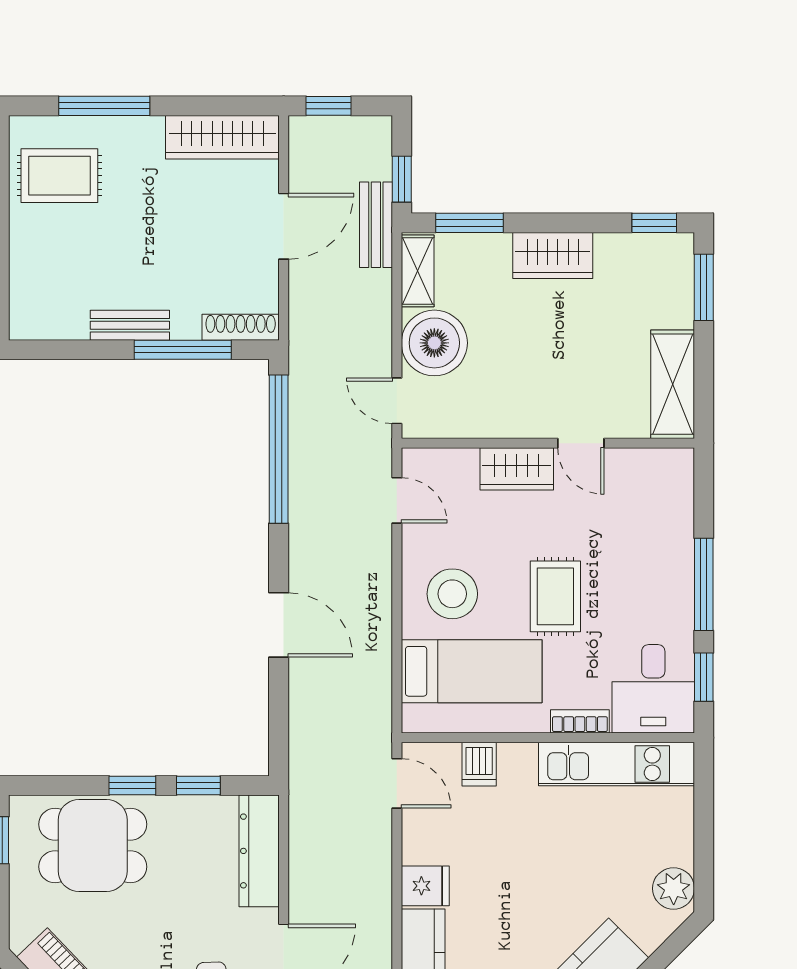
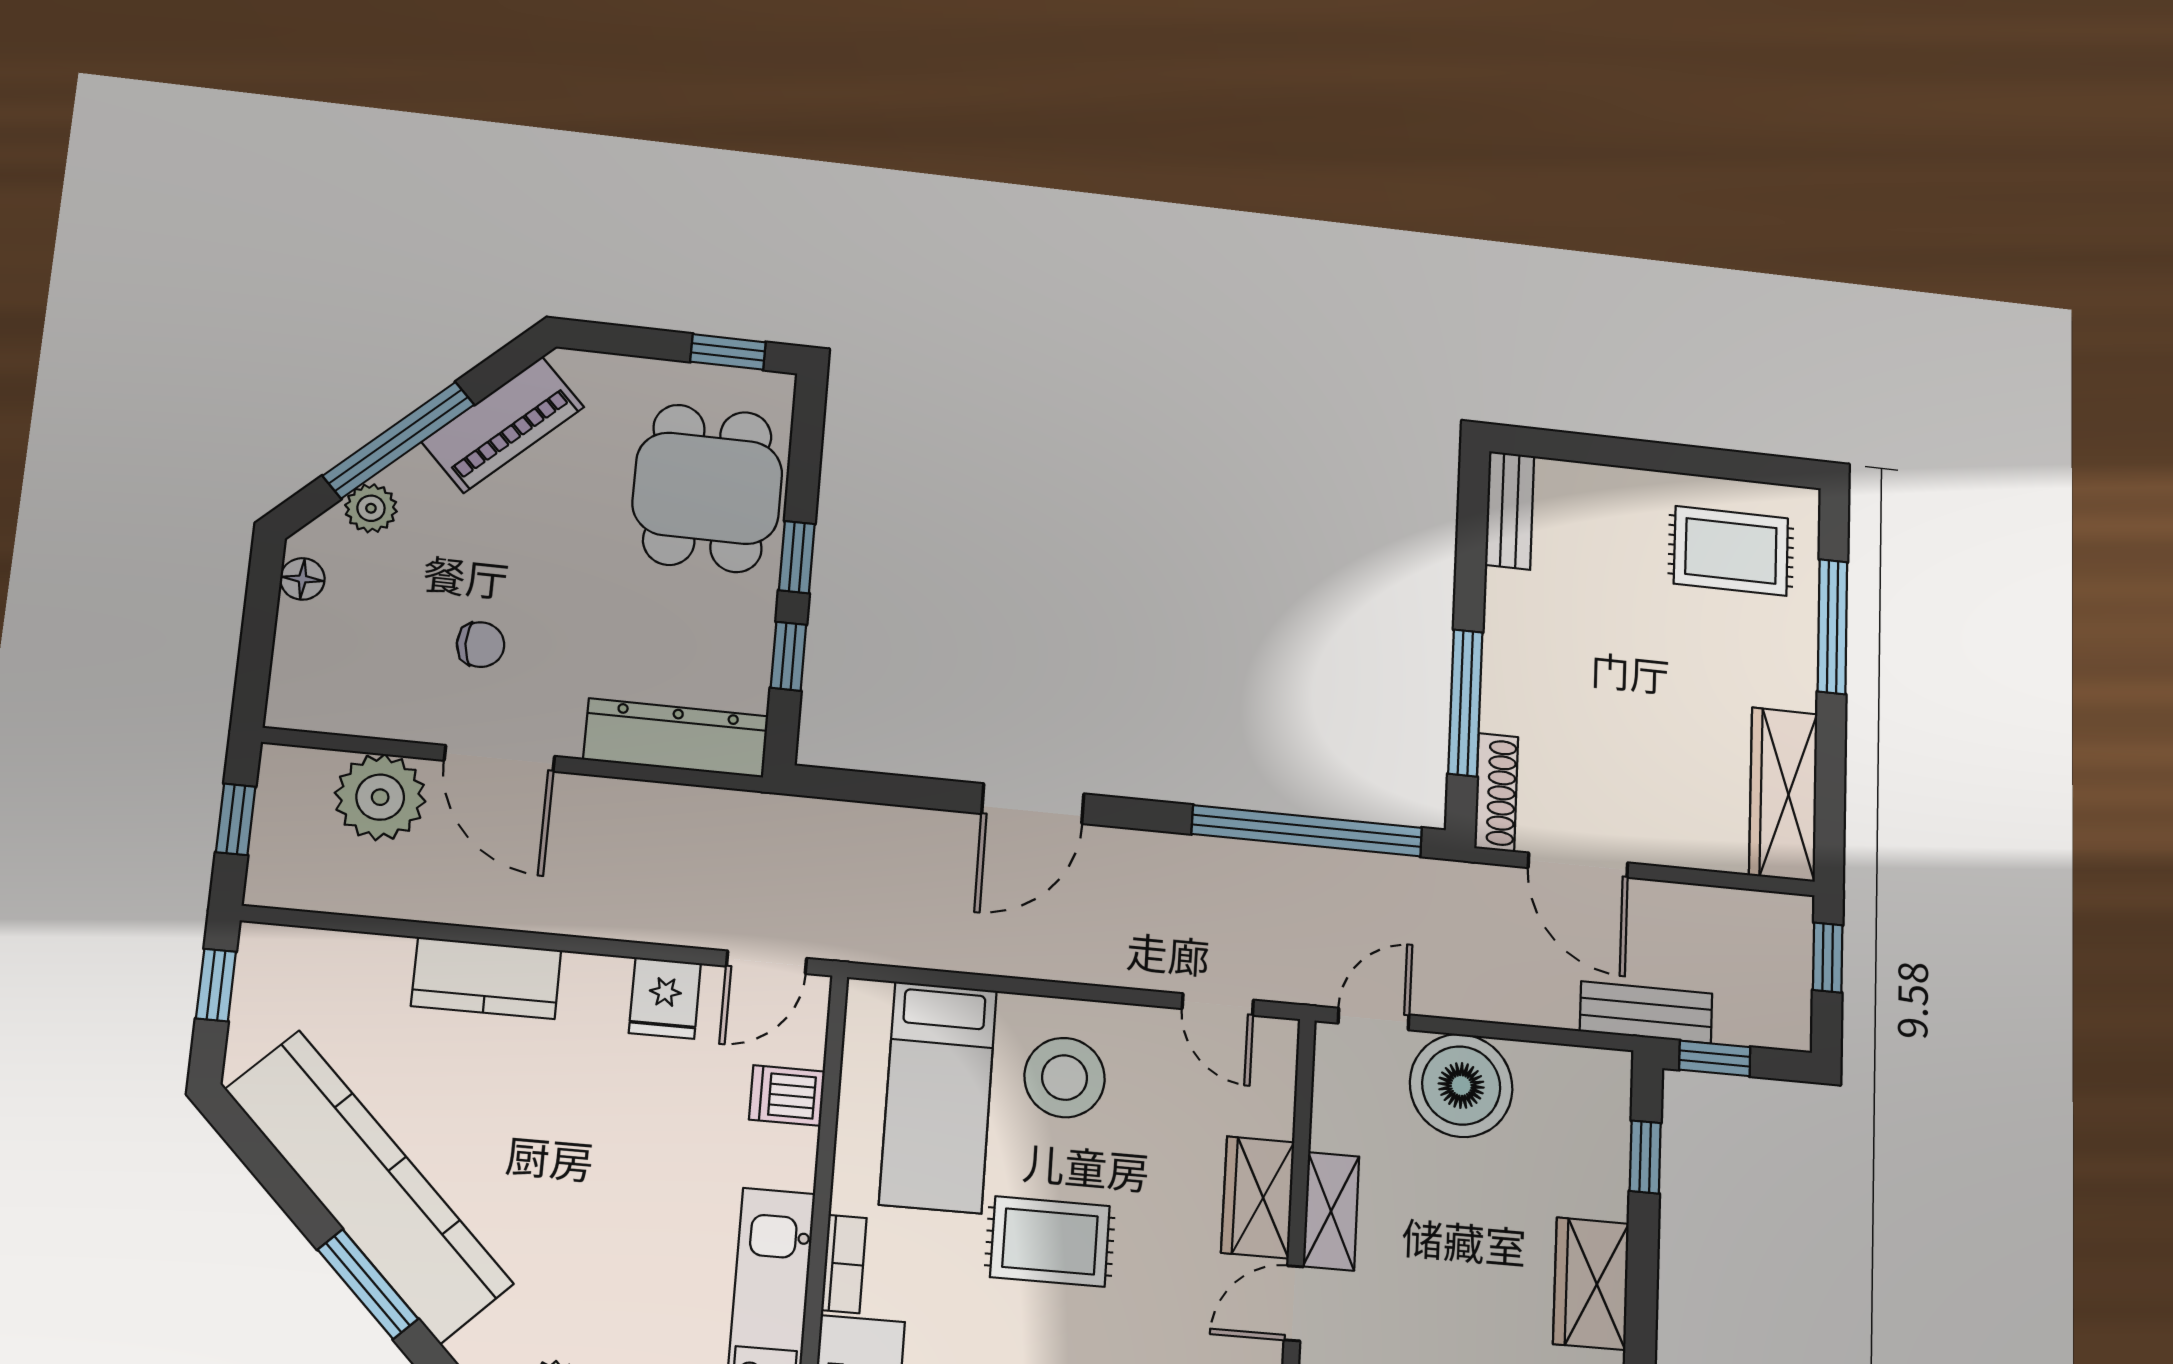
rug: (59, 176) -> (1731, 551), turned 90
window: (469, 223) -> (1645, 1157), width x0.67
door: (284, 226) -> (1578, 865), moved
shelving: (418, 271) -> (1331, 1211), moved, turned 90
bench: (130, 325) -> (1510, 510), moved
door: (397, 500) -> (1218, 1004), hinge flipped
fridge: (425, 886) -> (665, 998), moved

